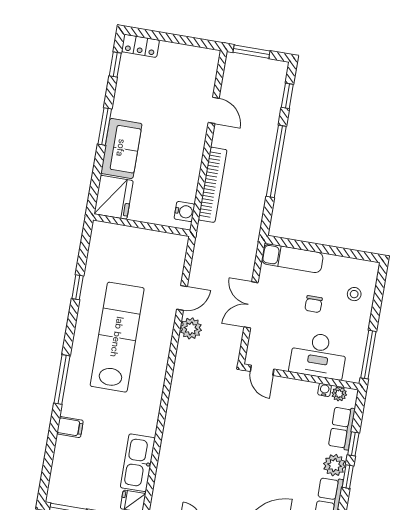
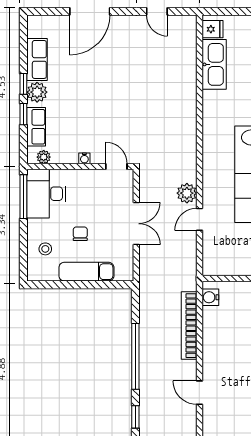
exam couch: (292, 258) -> (86, 272), moved
desk: (318, 355) -> (46, 194), moved, turned -90
water cooler: (325, 390) -> (84, 158), moved

